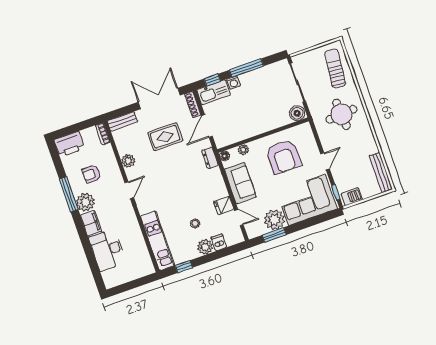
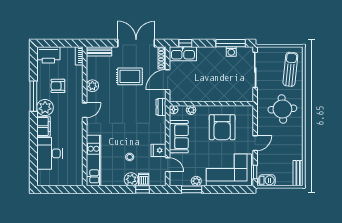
window: (246, 68) -> (231, 43), moved
washing machine: (234, 83) -> (231, 51), moved
boiler: (297, 113) -> (246, 95), removed
bench: (381, 172) -> (298, 173), width x0.73
plant: (274, 220) -> (196, 181), width x0.53, depth x0.53
window: (184, 267) -> (142, 189), moved

